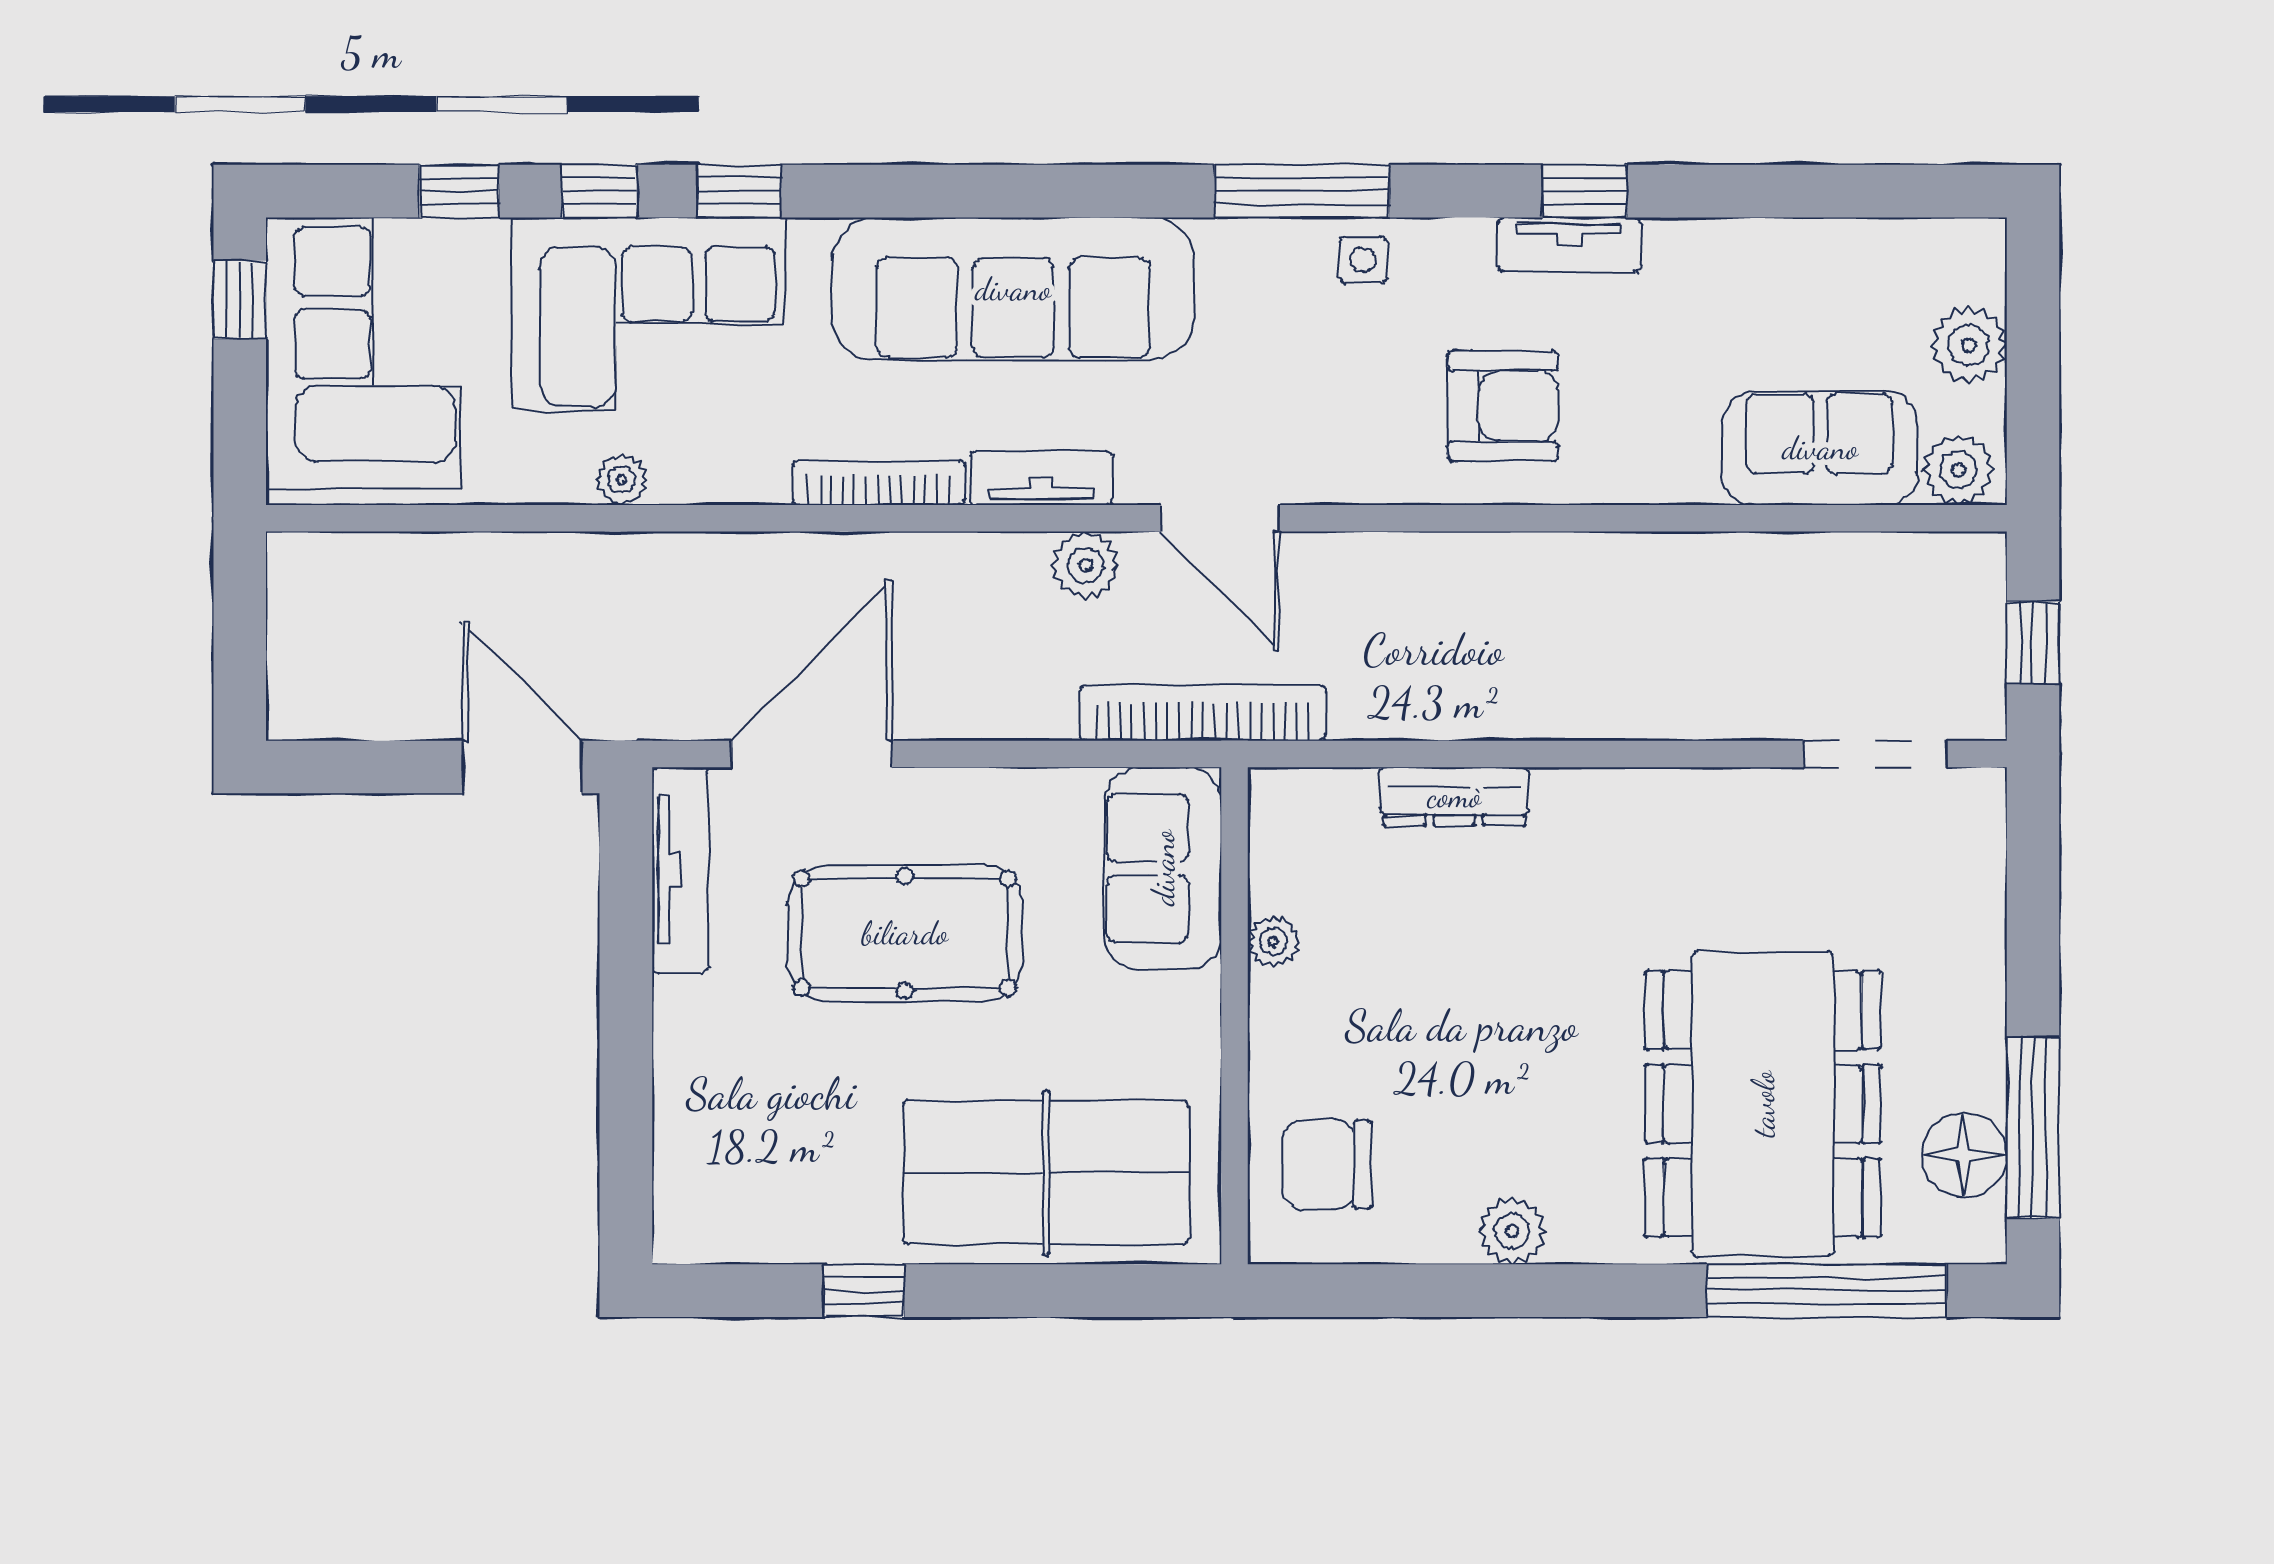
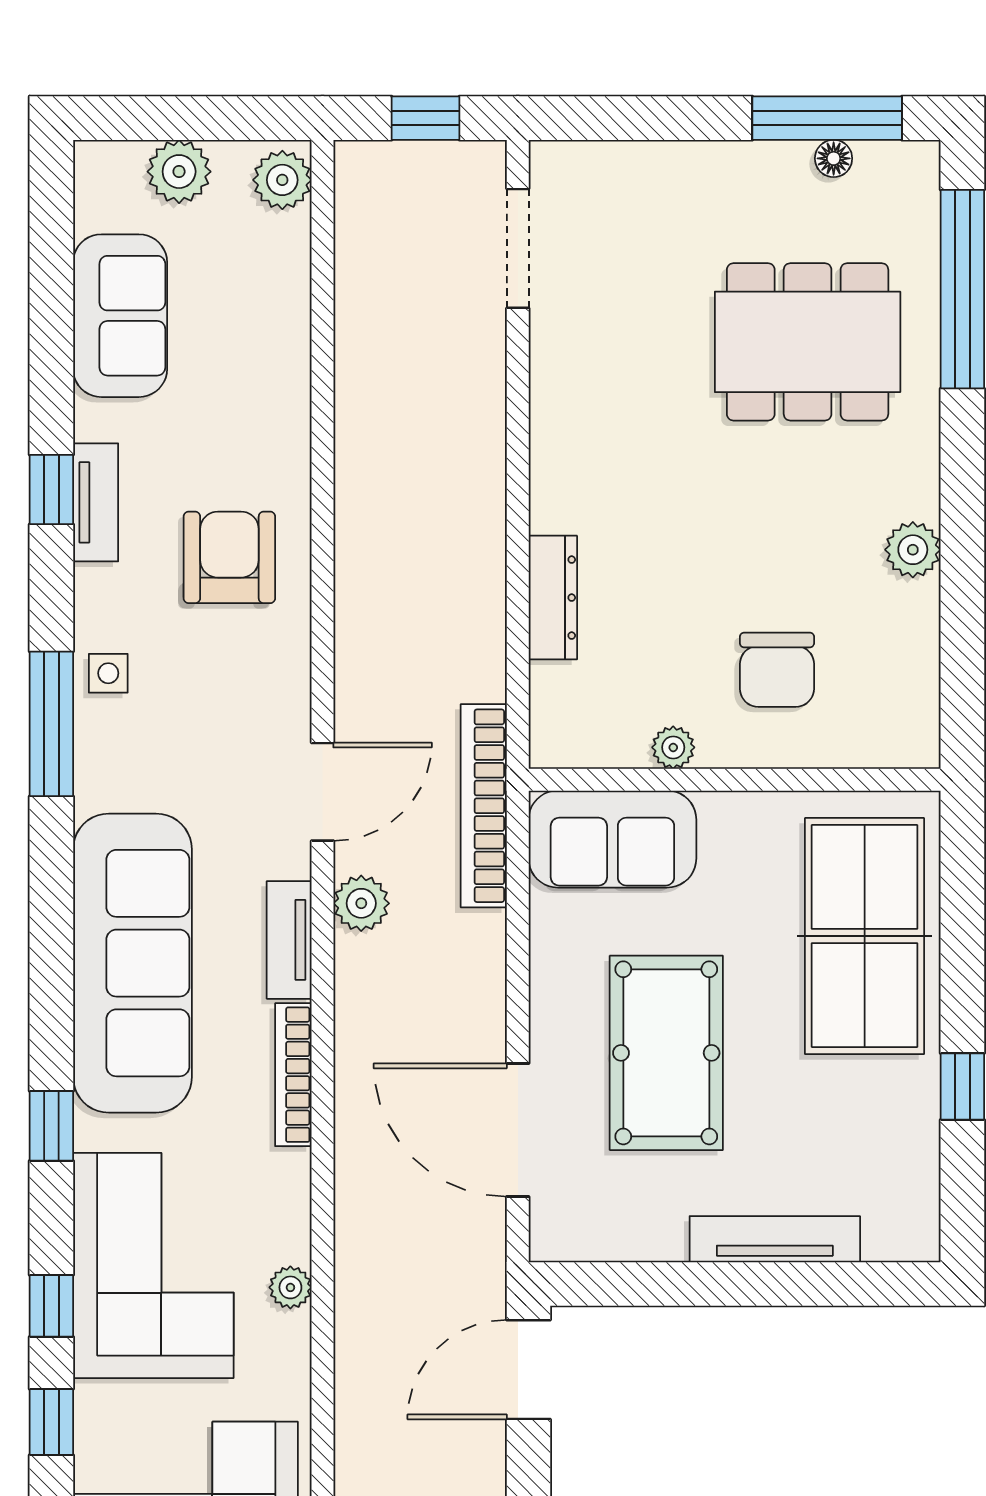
window: (739, 191) -> (51, 1126), moved
sofa: (1820, 448) -> (120, 316), moved, turned 180
tv unit: (680, 870) -> (775, 1239), moved
dining table: (1763, 1104) -> (808, 342), width x0.73, depth x0.80
floor lamp: (1964, 1155) -> (834, 158), width x0.53, depth x0.53
chair: (1327, 1165) -> (777, 670), moved

